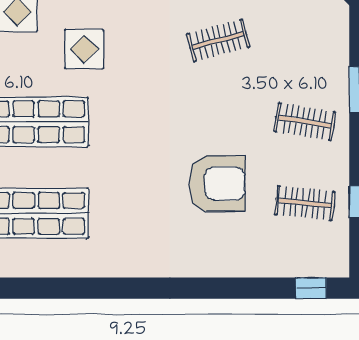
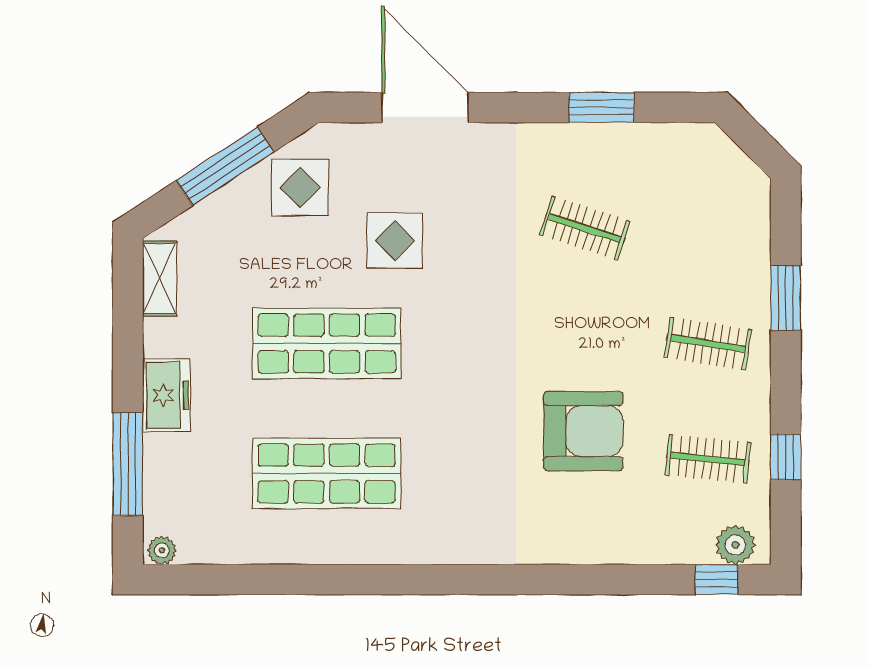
clothes rail: (218, 40) -> (585, 228), turned 33
plant: (324, 264) -> (735, 545), added

